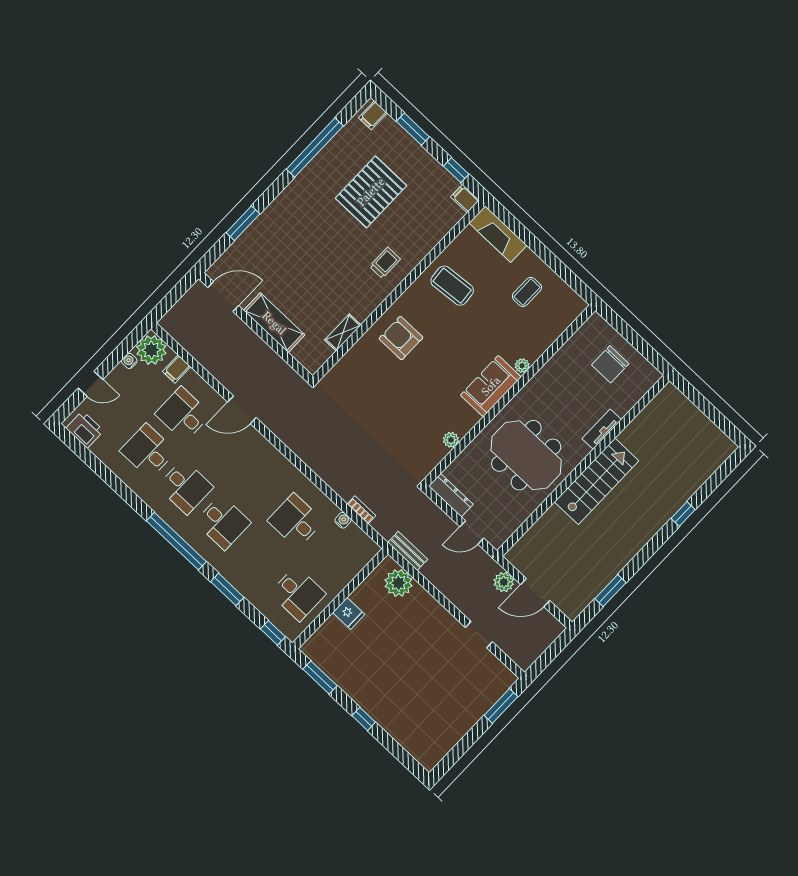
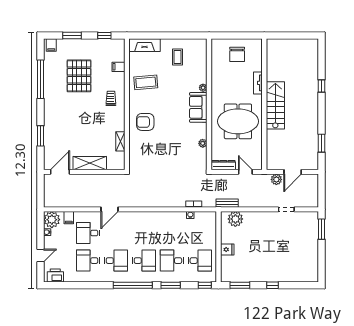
filing cabinet: (465, 199) -> (118, 67), moved
desk: (295, 521) -> (172, 261), moved
door: (472, 532) -> (245, 172), swing flipped

